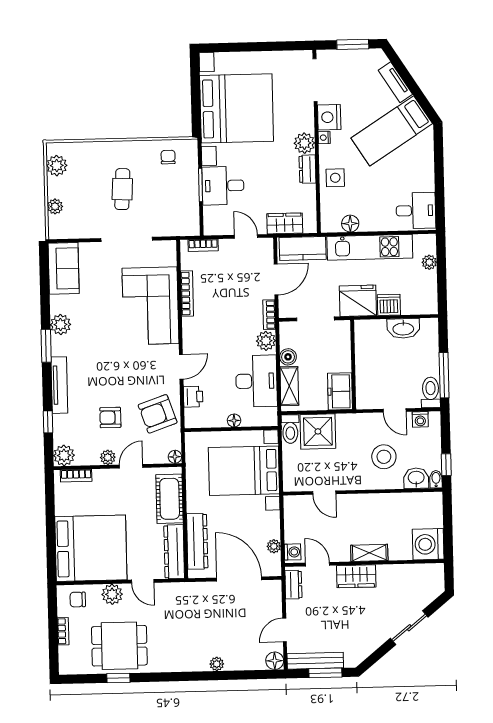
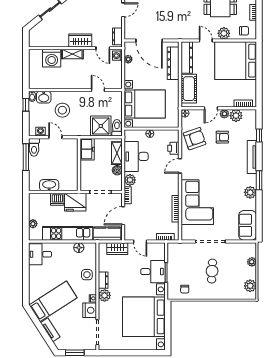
plant: (64, 455) -> (236, 116), moved
washing machine: (428, 544) -> (52, 58), moved, turned 90

